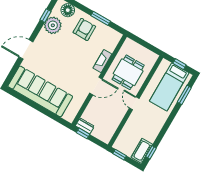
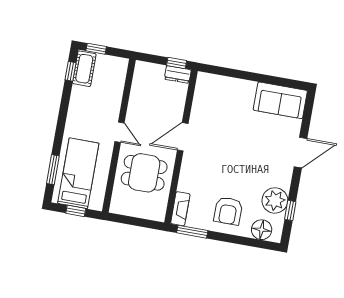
window: (101, 18) -> (192, 232), moved
fireplace: (102, 61) -> (180, 209), moved
dining table: (128, 72) -> (144, 173), turned 90
sofa: (40, 91) -> (280, 100), width x0.54, depth x0.79
window: (120, 155) -> (96, 49), moved

